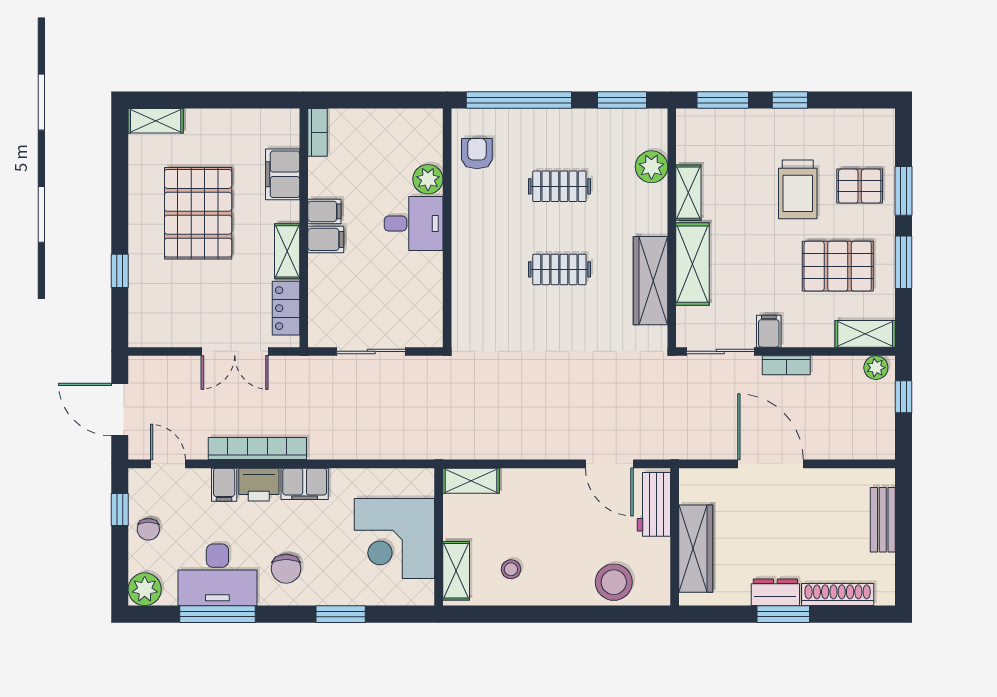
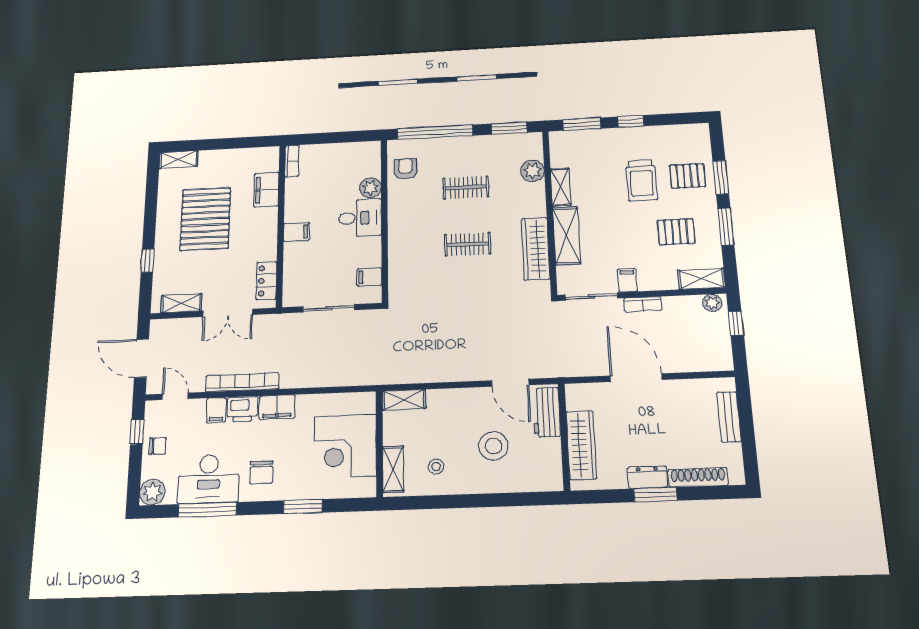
filing cabinet: (324, 211) -> (369, 277), moved, turned 180
shelving: (287, 251) -> (181, 303), moved, turned 90
pallet: (838, 266) -> (676, 232), width x0.67, depth x0.71
chair: (148, 529) -> (158, 446), turned -90
stool: (614, 582) -> (493, 446), moved

